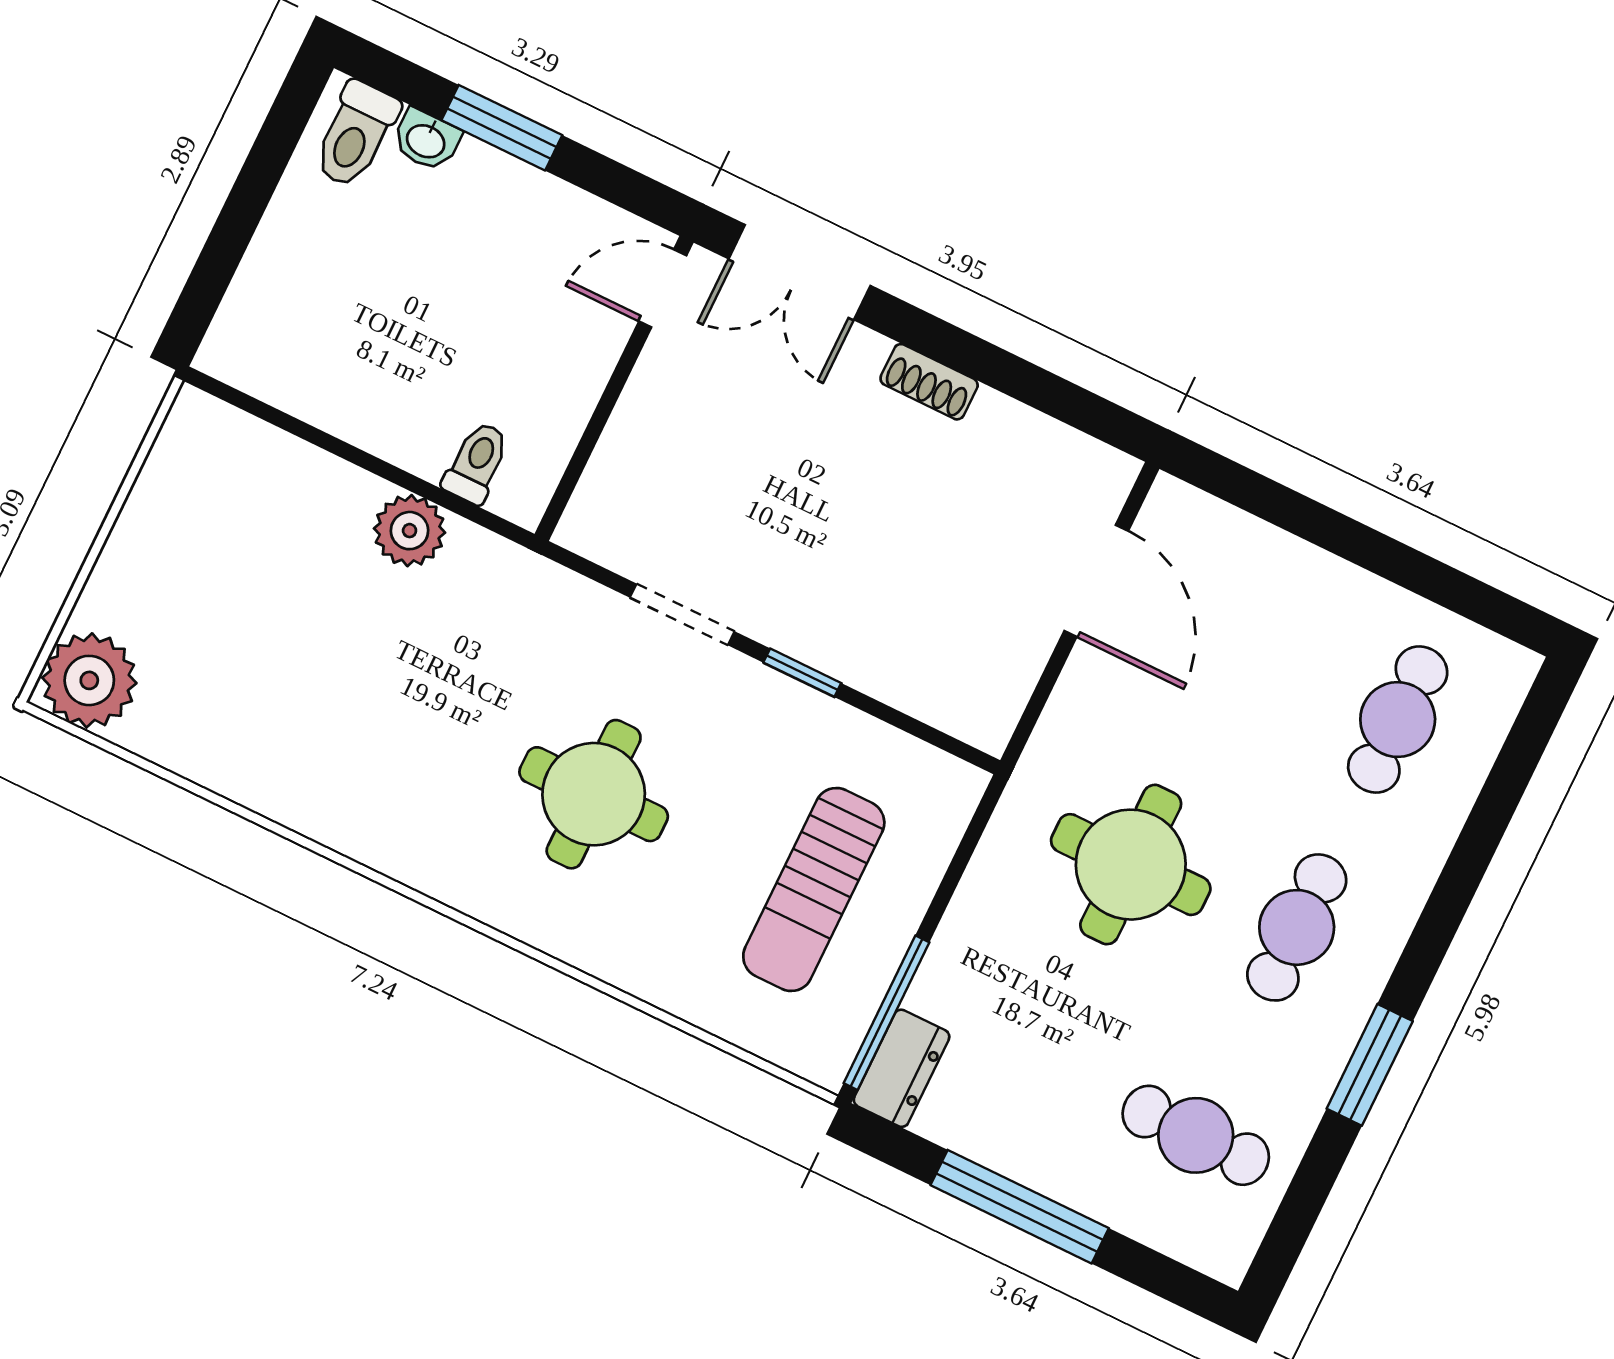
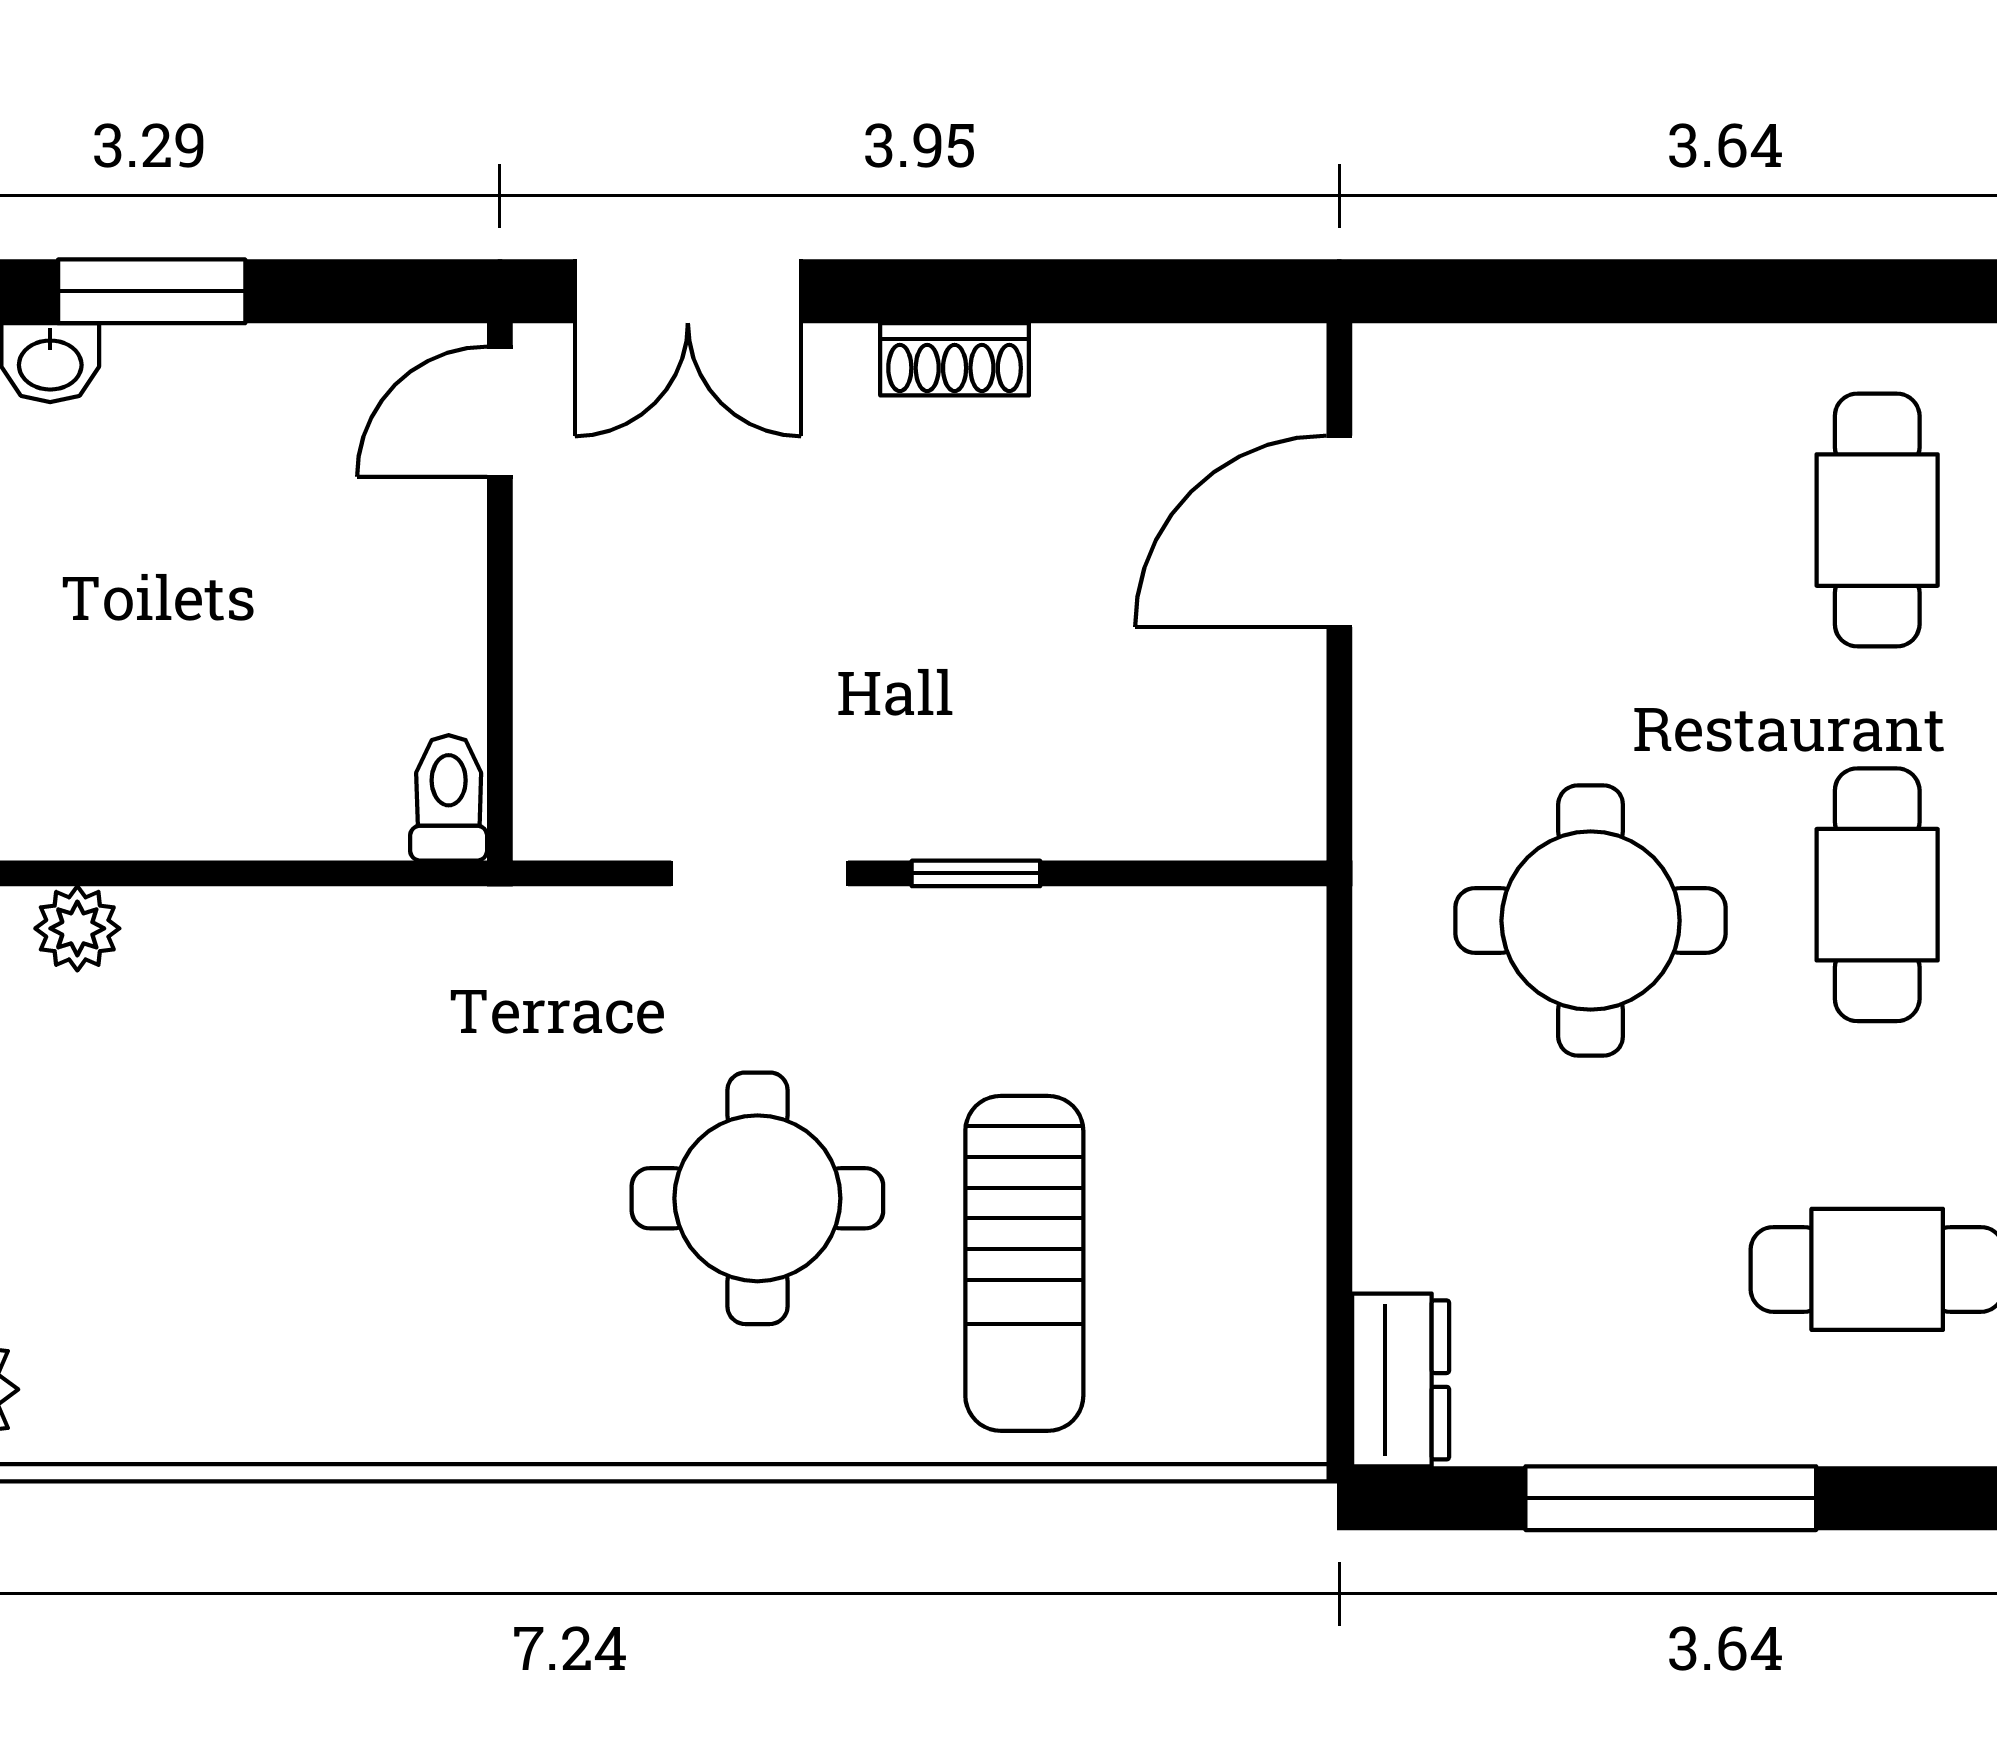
toilet: (477, 463) -> (449, 798), moved
plant: (410, 531) -> (77, 928), moved, width x0.73, depth x0.73
door: (1096, 581) -> (1339, 531), swing flipped
sun lounger: (814, 890) -> (1024, 1263), moved
window: (886, 1013) -> (1339, 1310), removed

